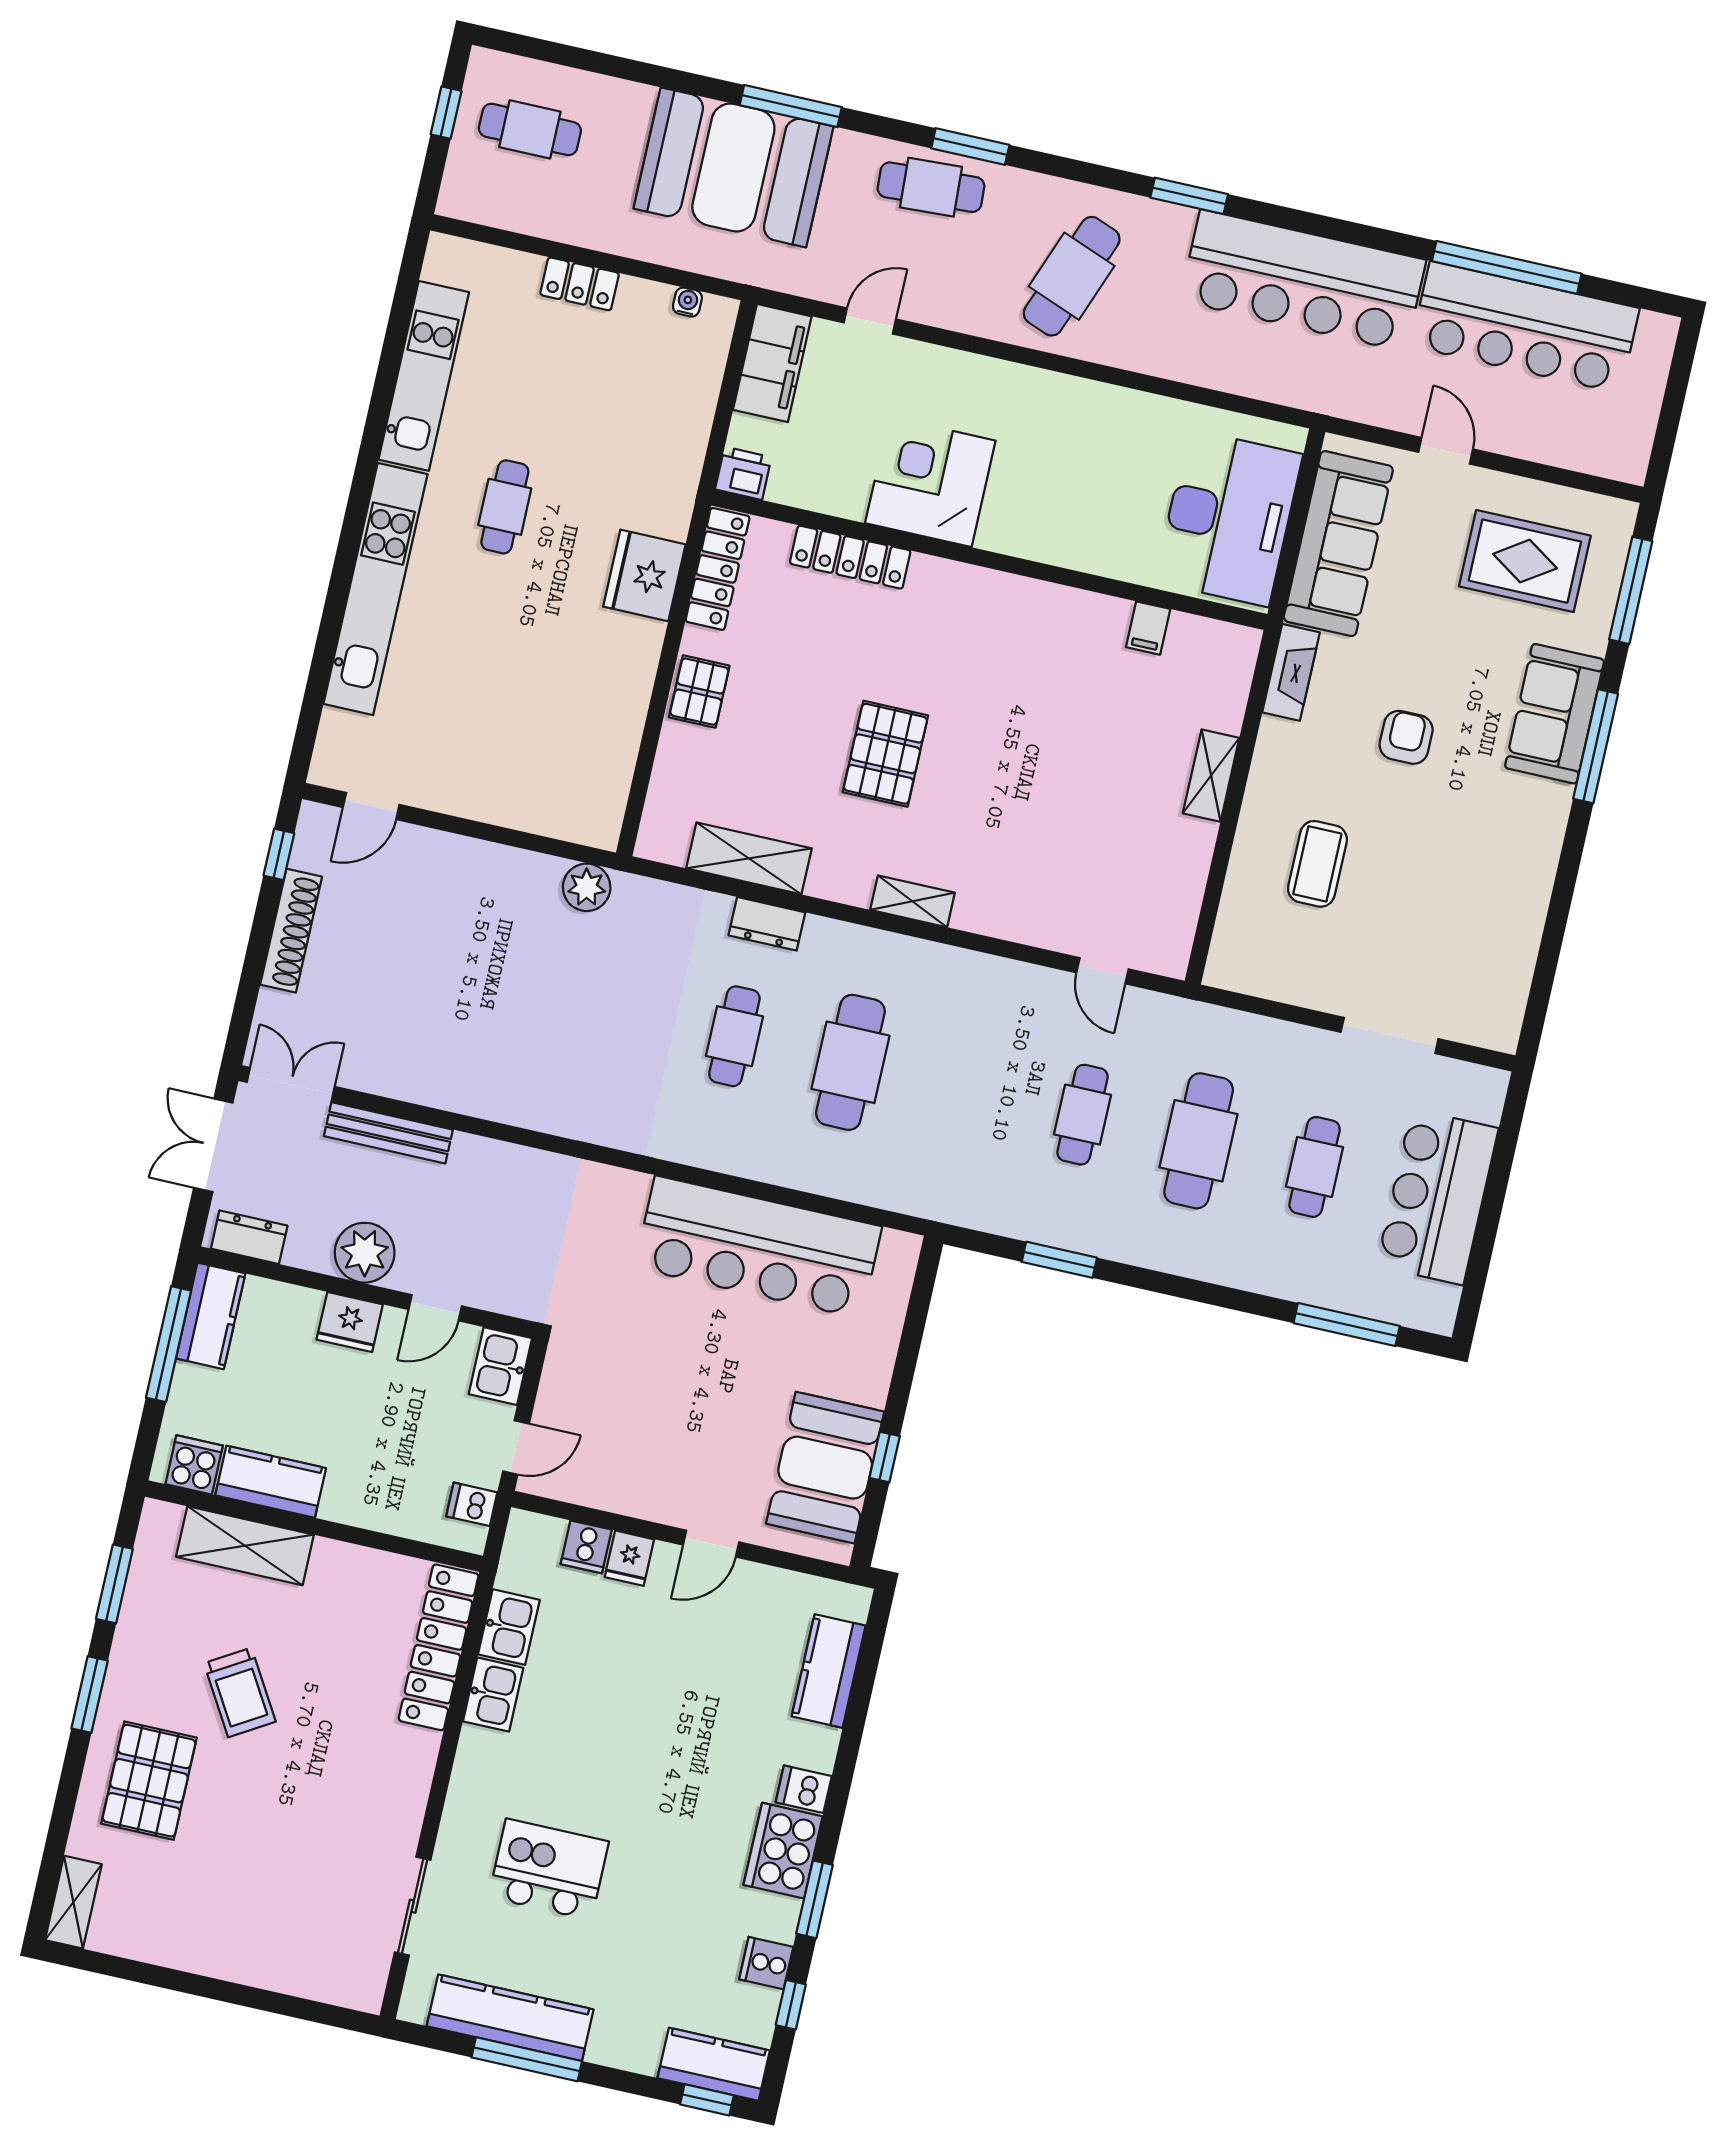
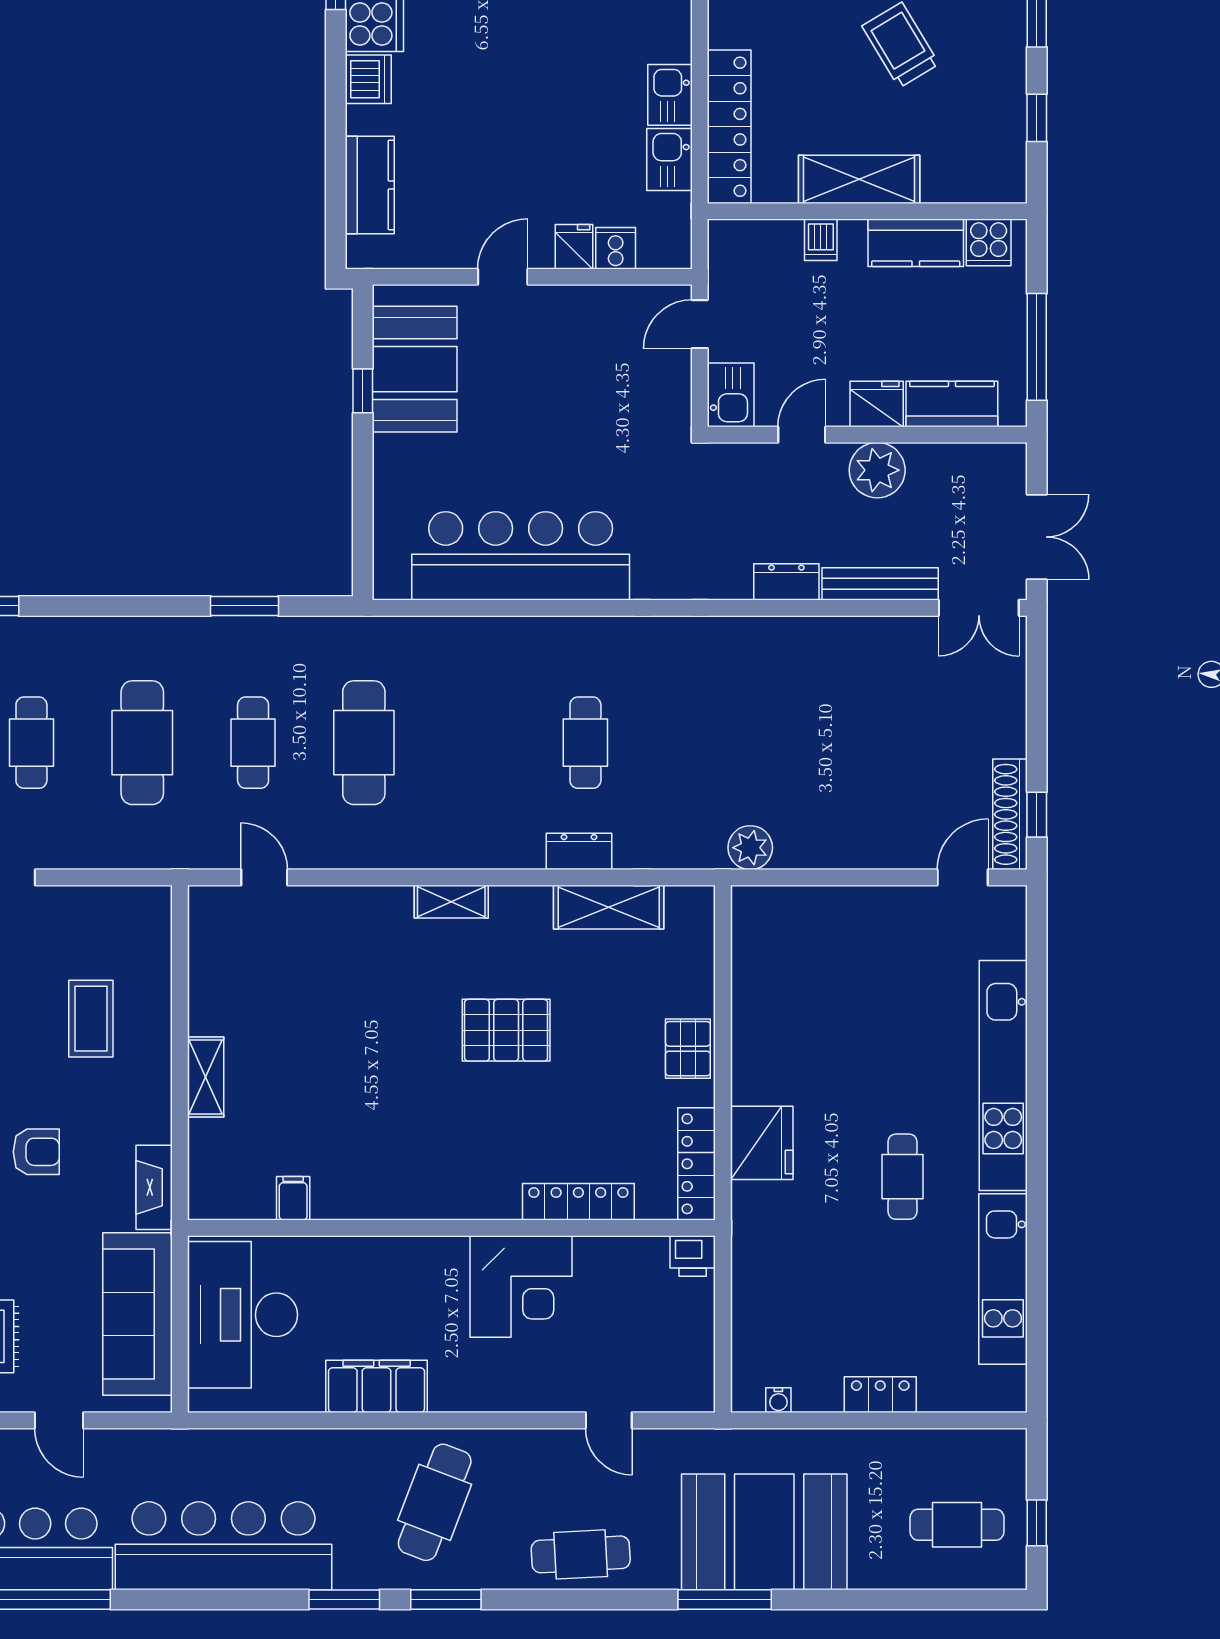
window: (970, 147) -> (446, 1599), moved
door: (870, 321) -> (609, 1420), hinge flipped
filing cabinet: (772, 363) -> (377, 1386), moved, turned 90
armchair: (1406, 737) -> (36, 1152), turned -90
pallet: (885, 754) -> (506, 1030), turned 90
shoe rack: (291, 931) -> (1010, 814), moved
cafe table: (850, 1062) -> (364, 743), moved
dresser: (249, 1237) -> (786, 582), moved, turned 180
kitchen counter: (211, 1316) -> (952, 404), moved, turned 90
dishwasher: (472, 1504) -> (821, 240), moved, turned 90
shelving: (245, 1546) -> (859, 179), moved
window: (114, 1584) -> (1037, 118), width x0.67
dishwasher: (804, 1789) -> (368, 79), width x1.38

